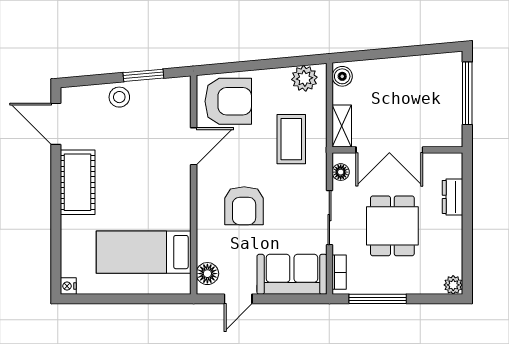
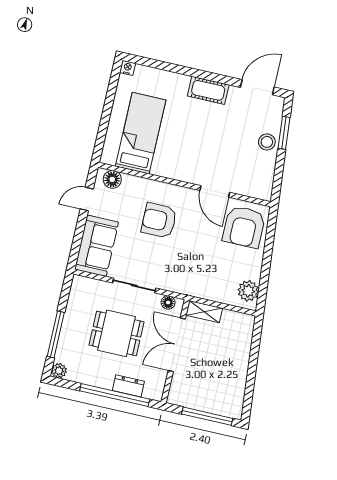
window: (143, 75) -> (284, 133), moved
boiler: (342, 76) -> (243, 321), removed
coffee table: (291, 139) -> (203, 270), removed
cot: (78, 182) -> (208, 90), width x0.73, depth x0.75
window: (467, 211) -> (115, 395), added
bookcase: (339, 272) -> (90, 283), removed
door: (238, 299) -> (87, 199), hinge flipped
window: (378, 299) -> (56, 334), moved

